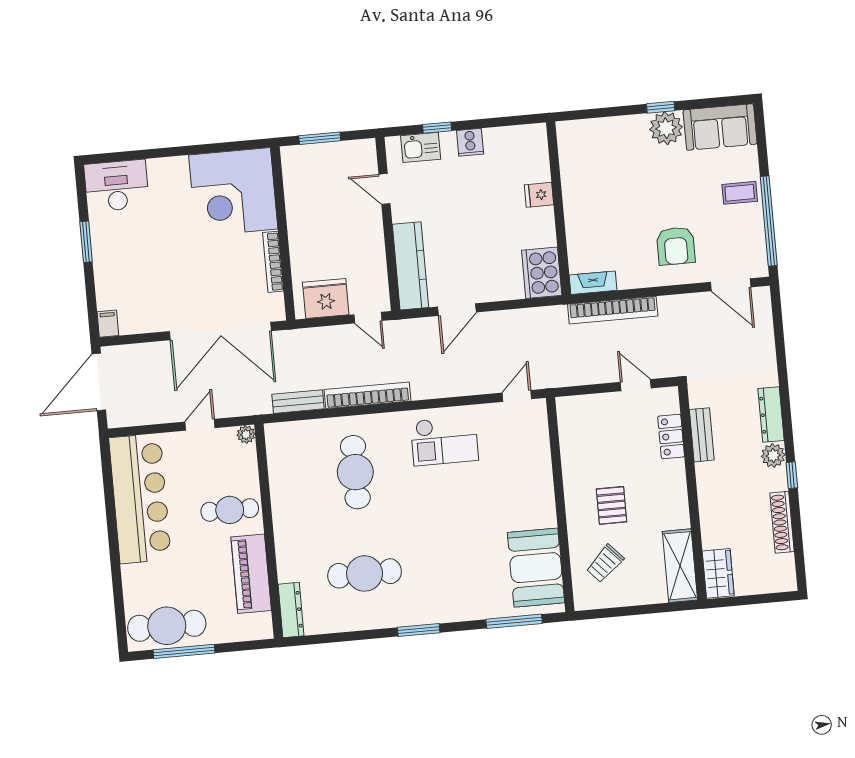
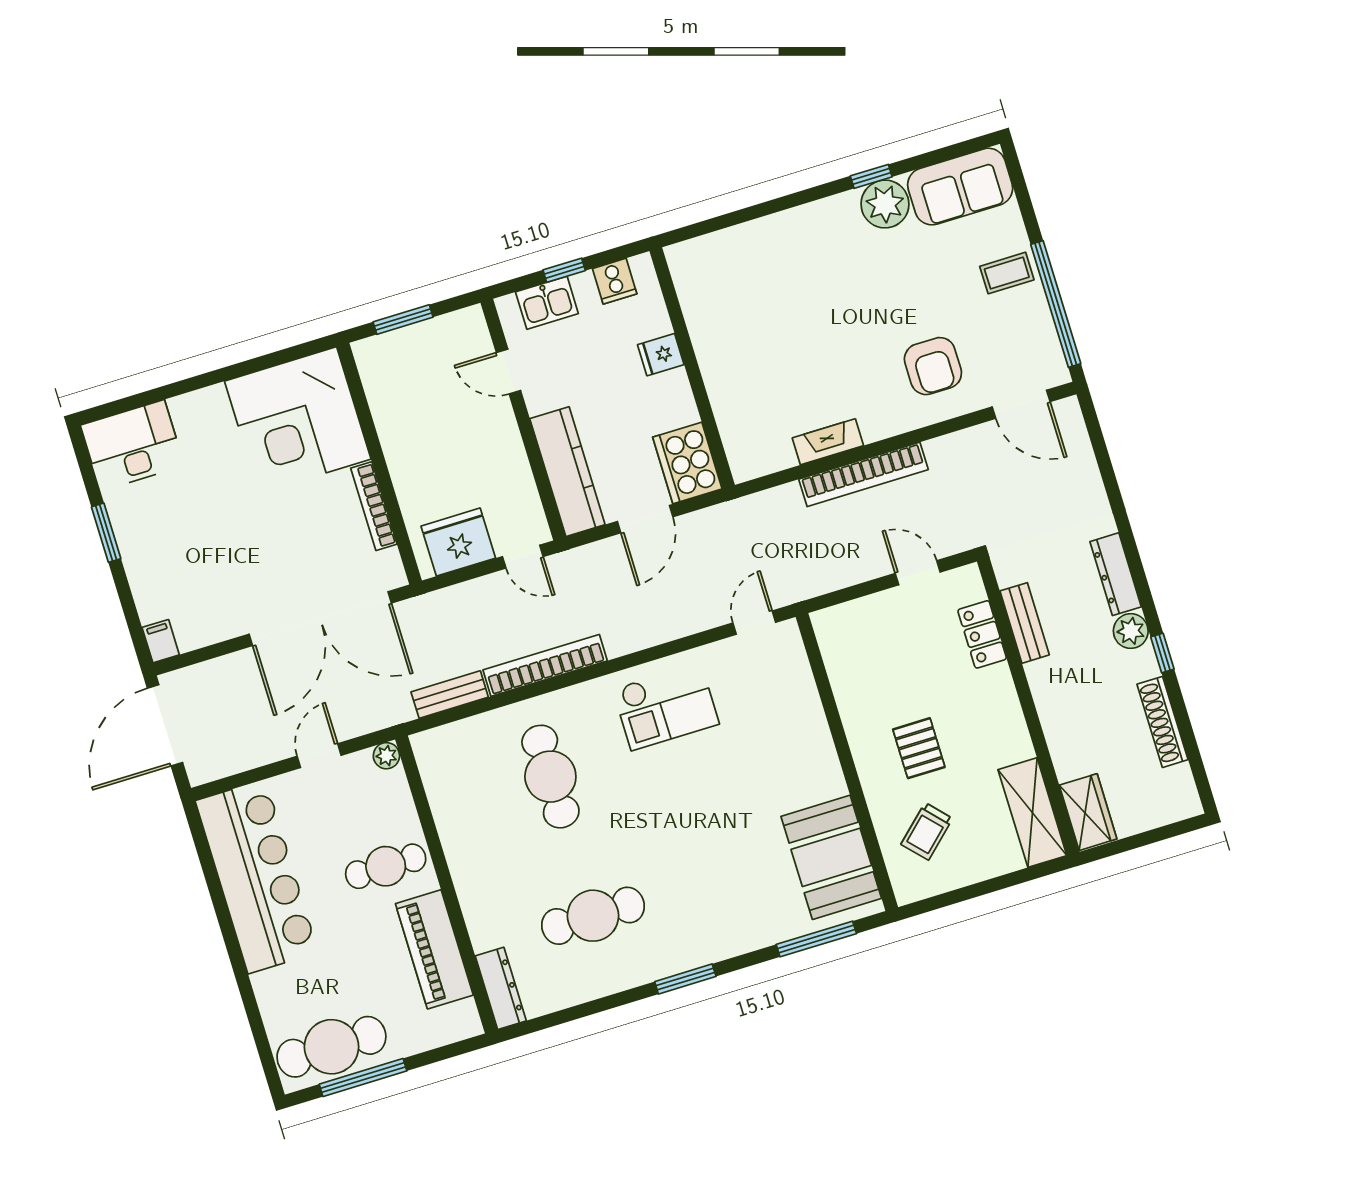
fridge: (539, 195) -> (661, 355), moved
wall: (559, 208) -> (692, 368), moved
cooker: (542, 273) -> (687, 463), moved

